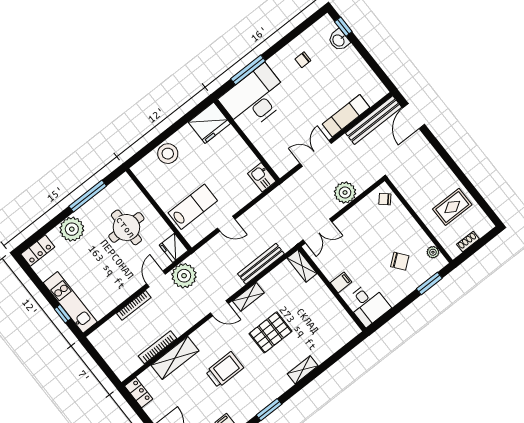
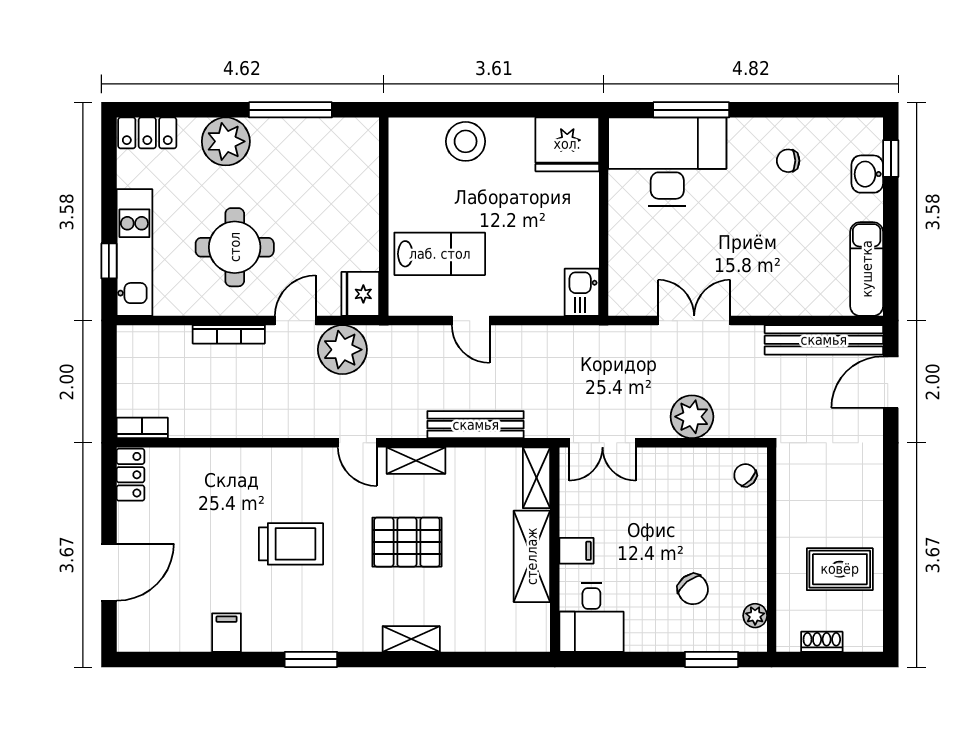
exam couch: (346, 116) -> (867, 269), moved, turned -90
round table: (126, 227) -> (235, 247), moved
bookcase: (158, 347) -> (142, 428), moved, width x0.64
shelving: (175, 358) -> (532, 556), moved, turned 90

